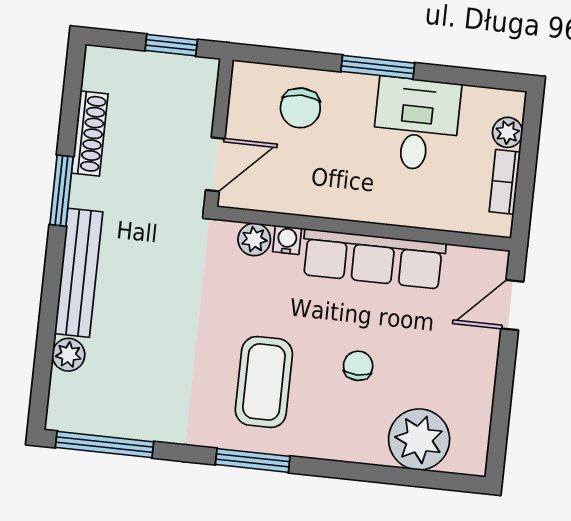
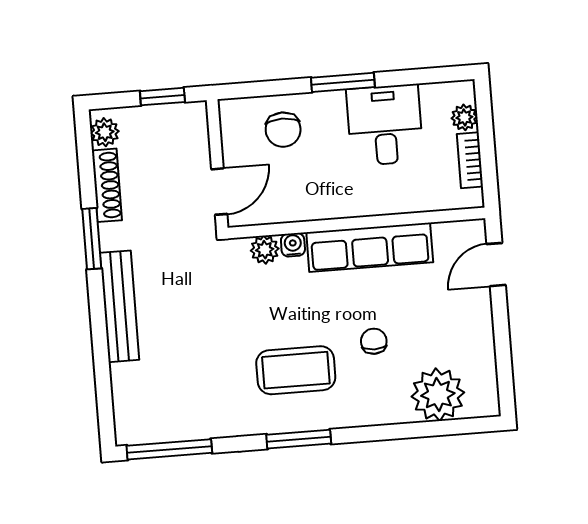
plant: (68, 355) -> (105, 132), moved
coffee table: (264, 382) -> (296, 370), turned 90

